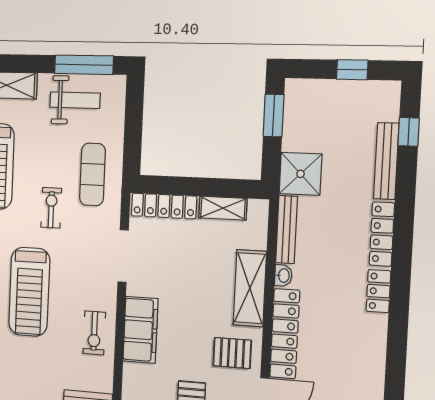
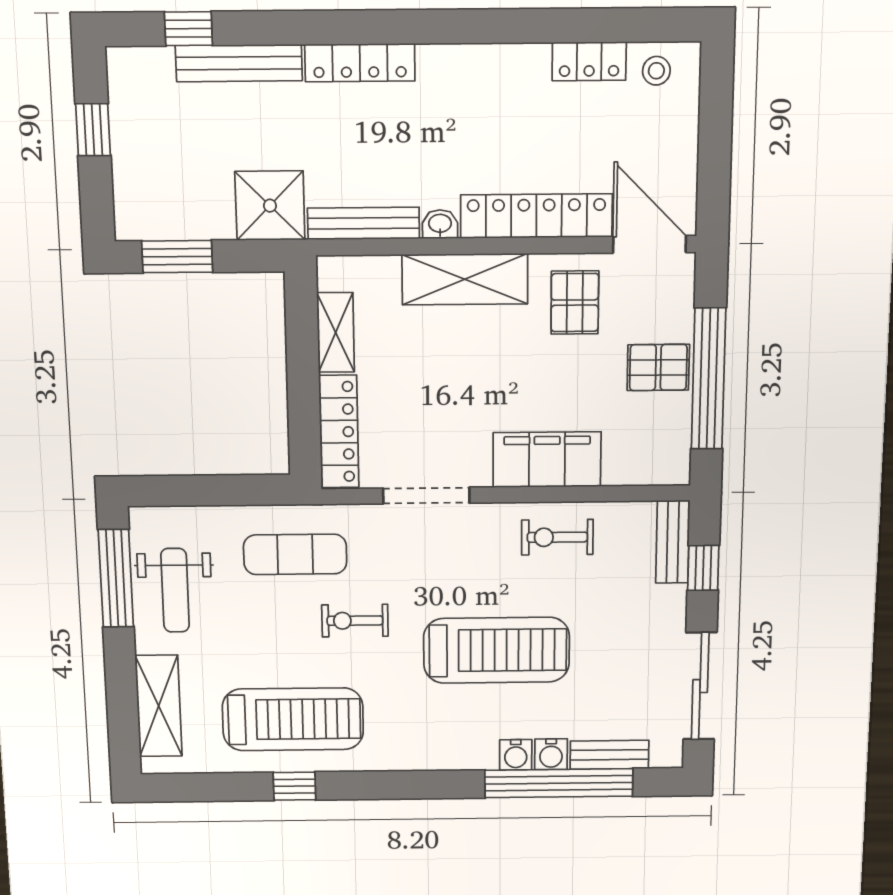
weight bench: (75, 100) -> (175, 590), turned 180
locker: (378, 291) -> (589, 61), moved
exercise bike: (94, 333) -> (557, 537), turned 180

